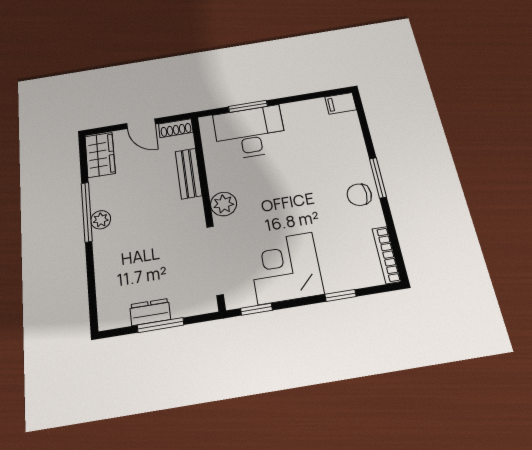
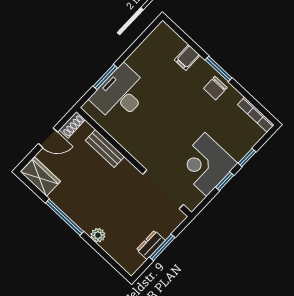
filing cabinet: (341, 103) -> (187, 58), moved
plant: (224, 204) -> (141, 152), removed
plant: (101, 220) -> (98, 235), moved
window: (256, 309) -> (225, 181), moved

